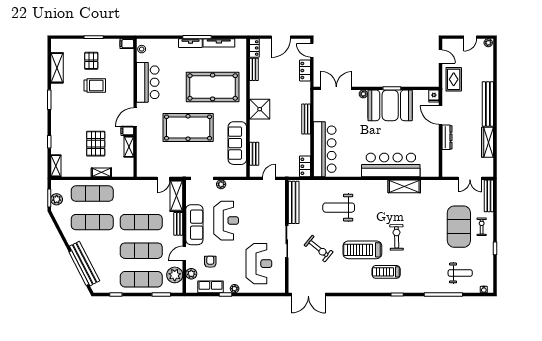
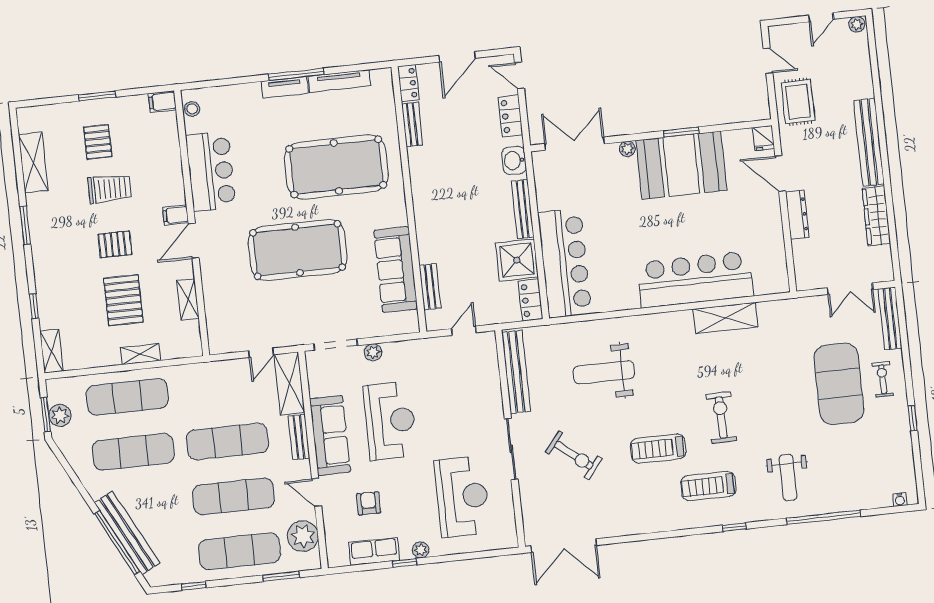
washbasin: (304, 94) -> (514, 160), added
shower: (260, 109) -> (517, 260), moved
pallet: (94, 114) -> (115, 244), added
filing cabinet: (127, 131) -> (176, 215), moved
treadmill: (362, 250) -> (658, 449), width x0.73, depth x0.73
door: (184, 253) -> (317, 492), hinge flipped
weight bench: (460, 273) -> (788, 477), moved, turned 90
plant: (191, 274) -> (334, 530), removed

